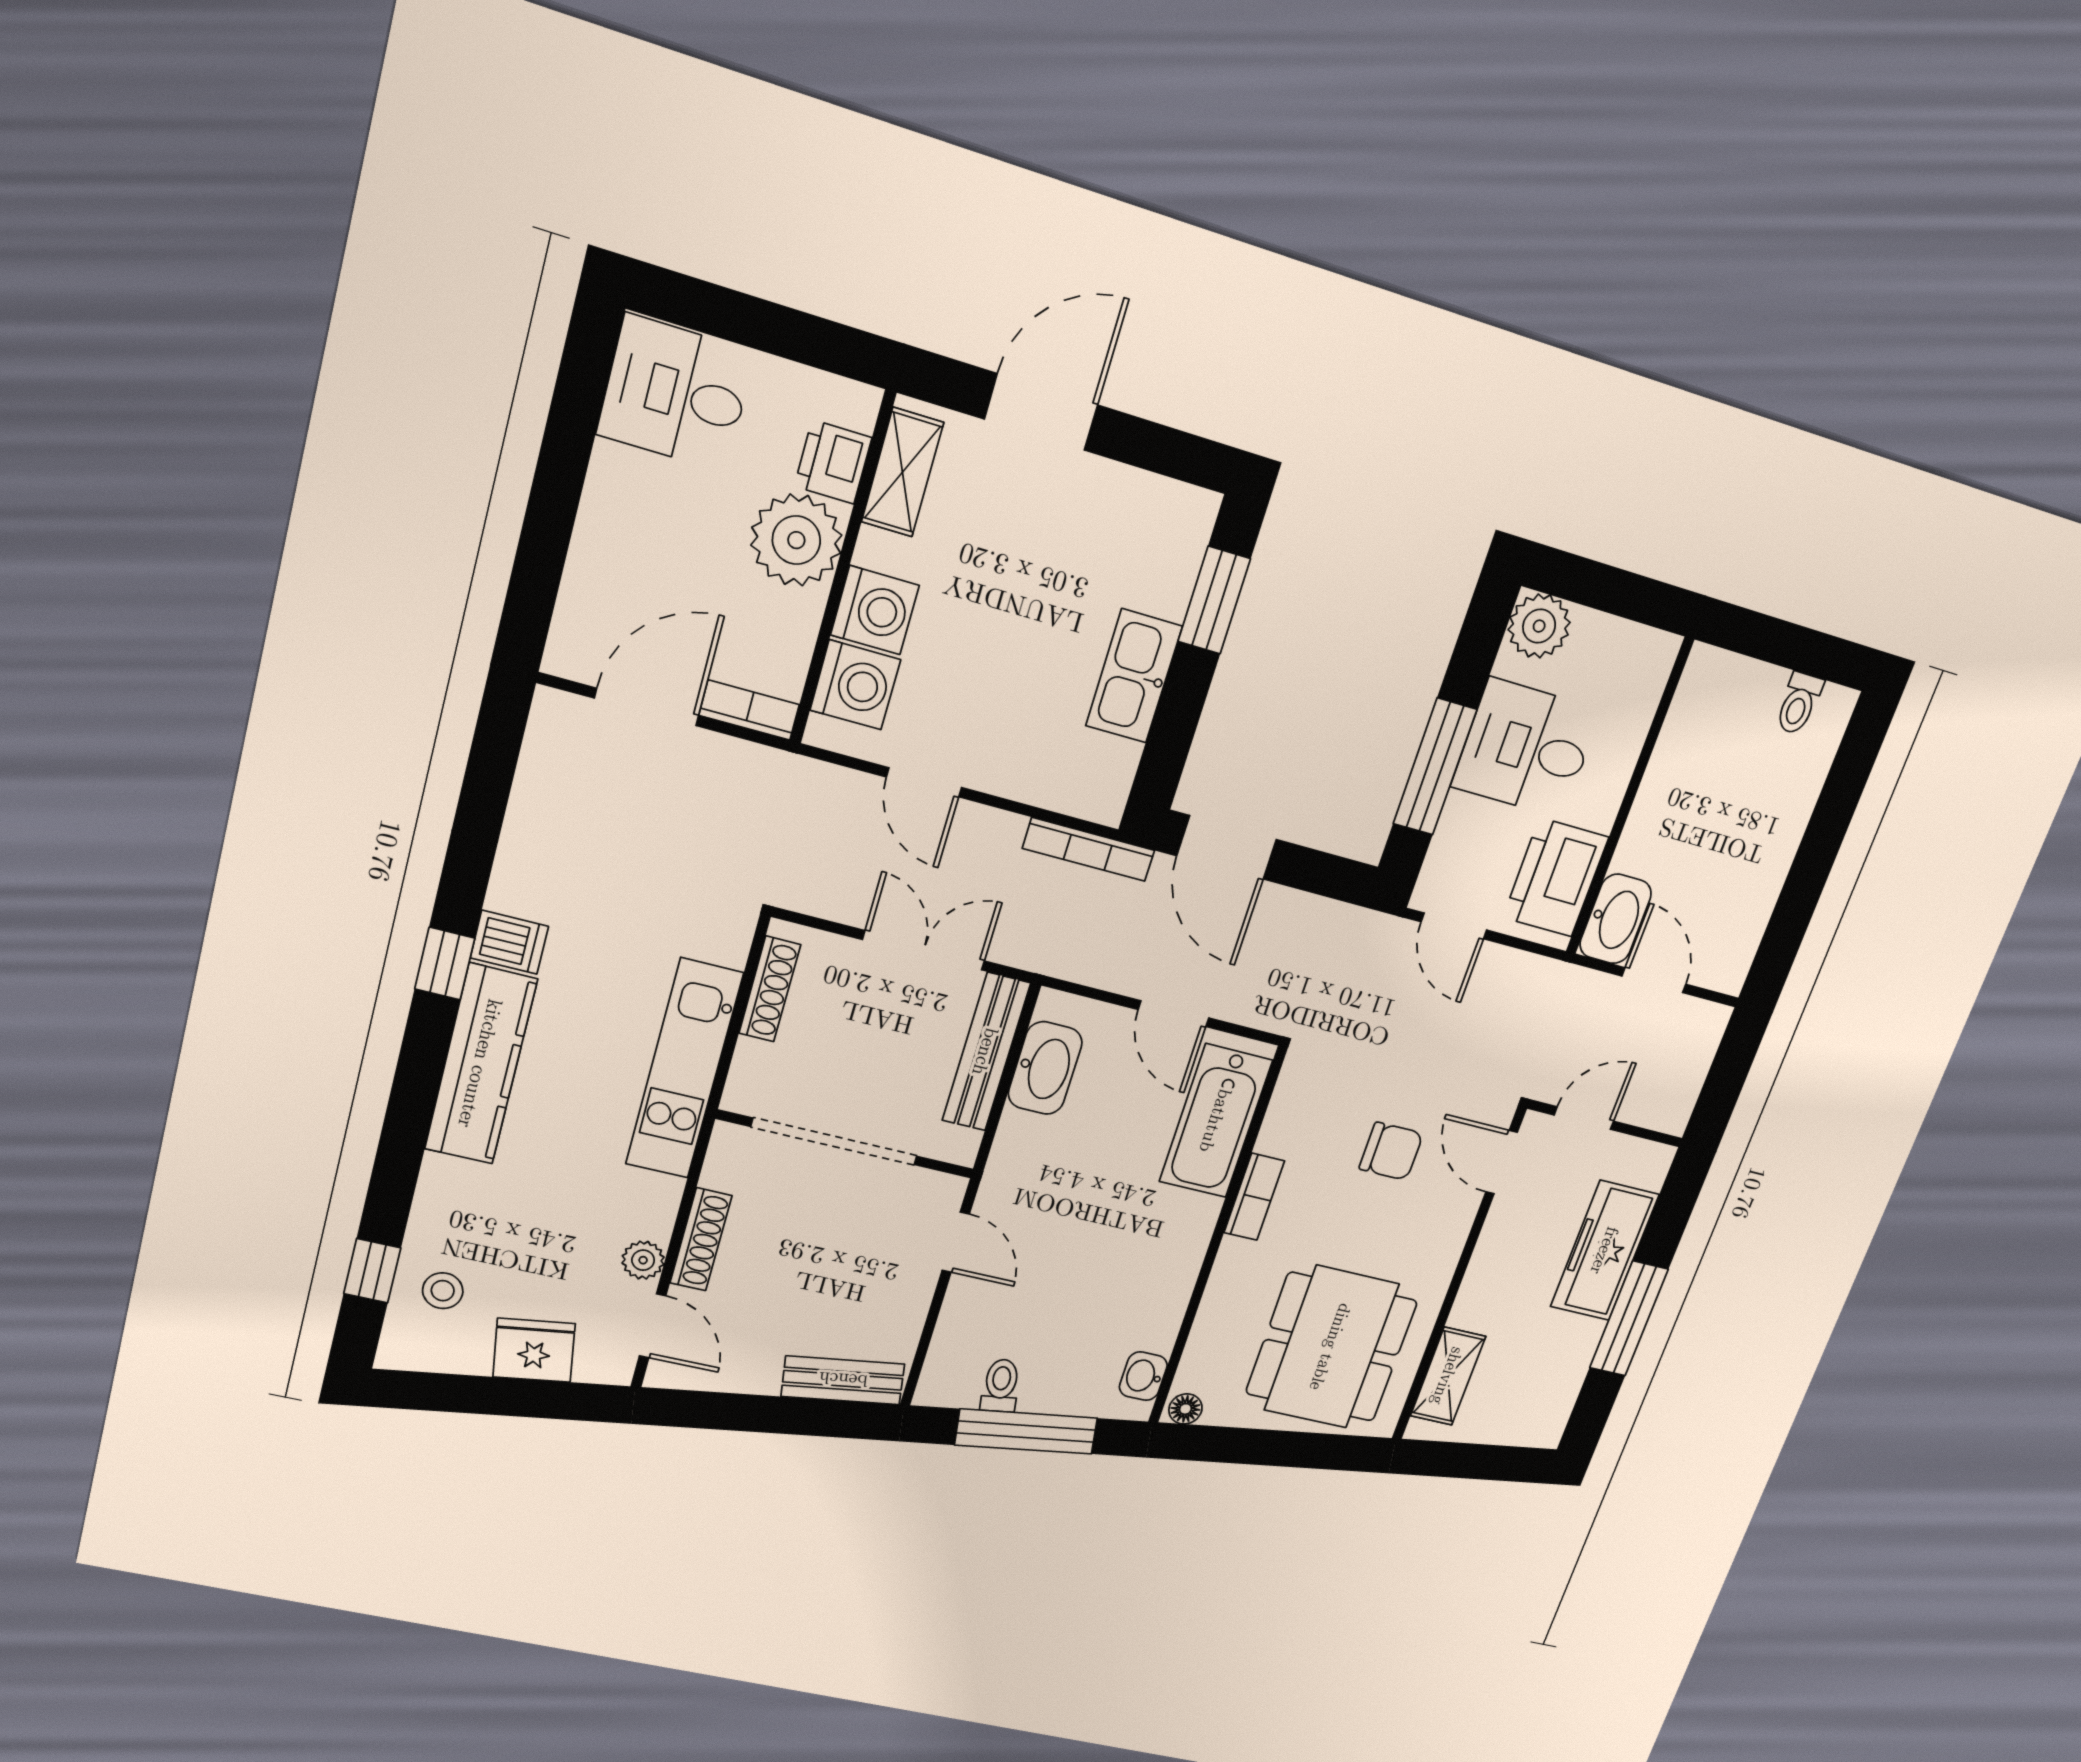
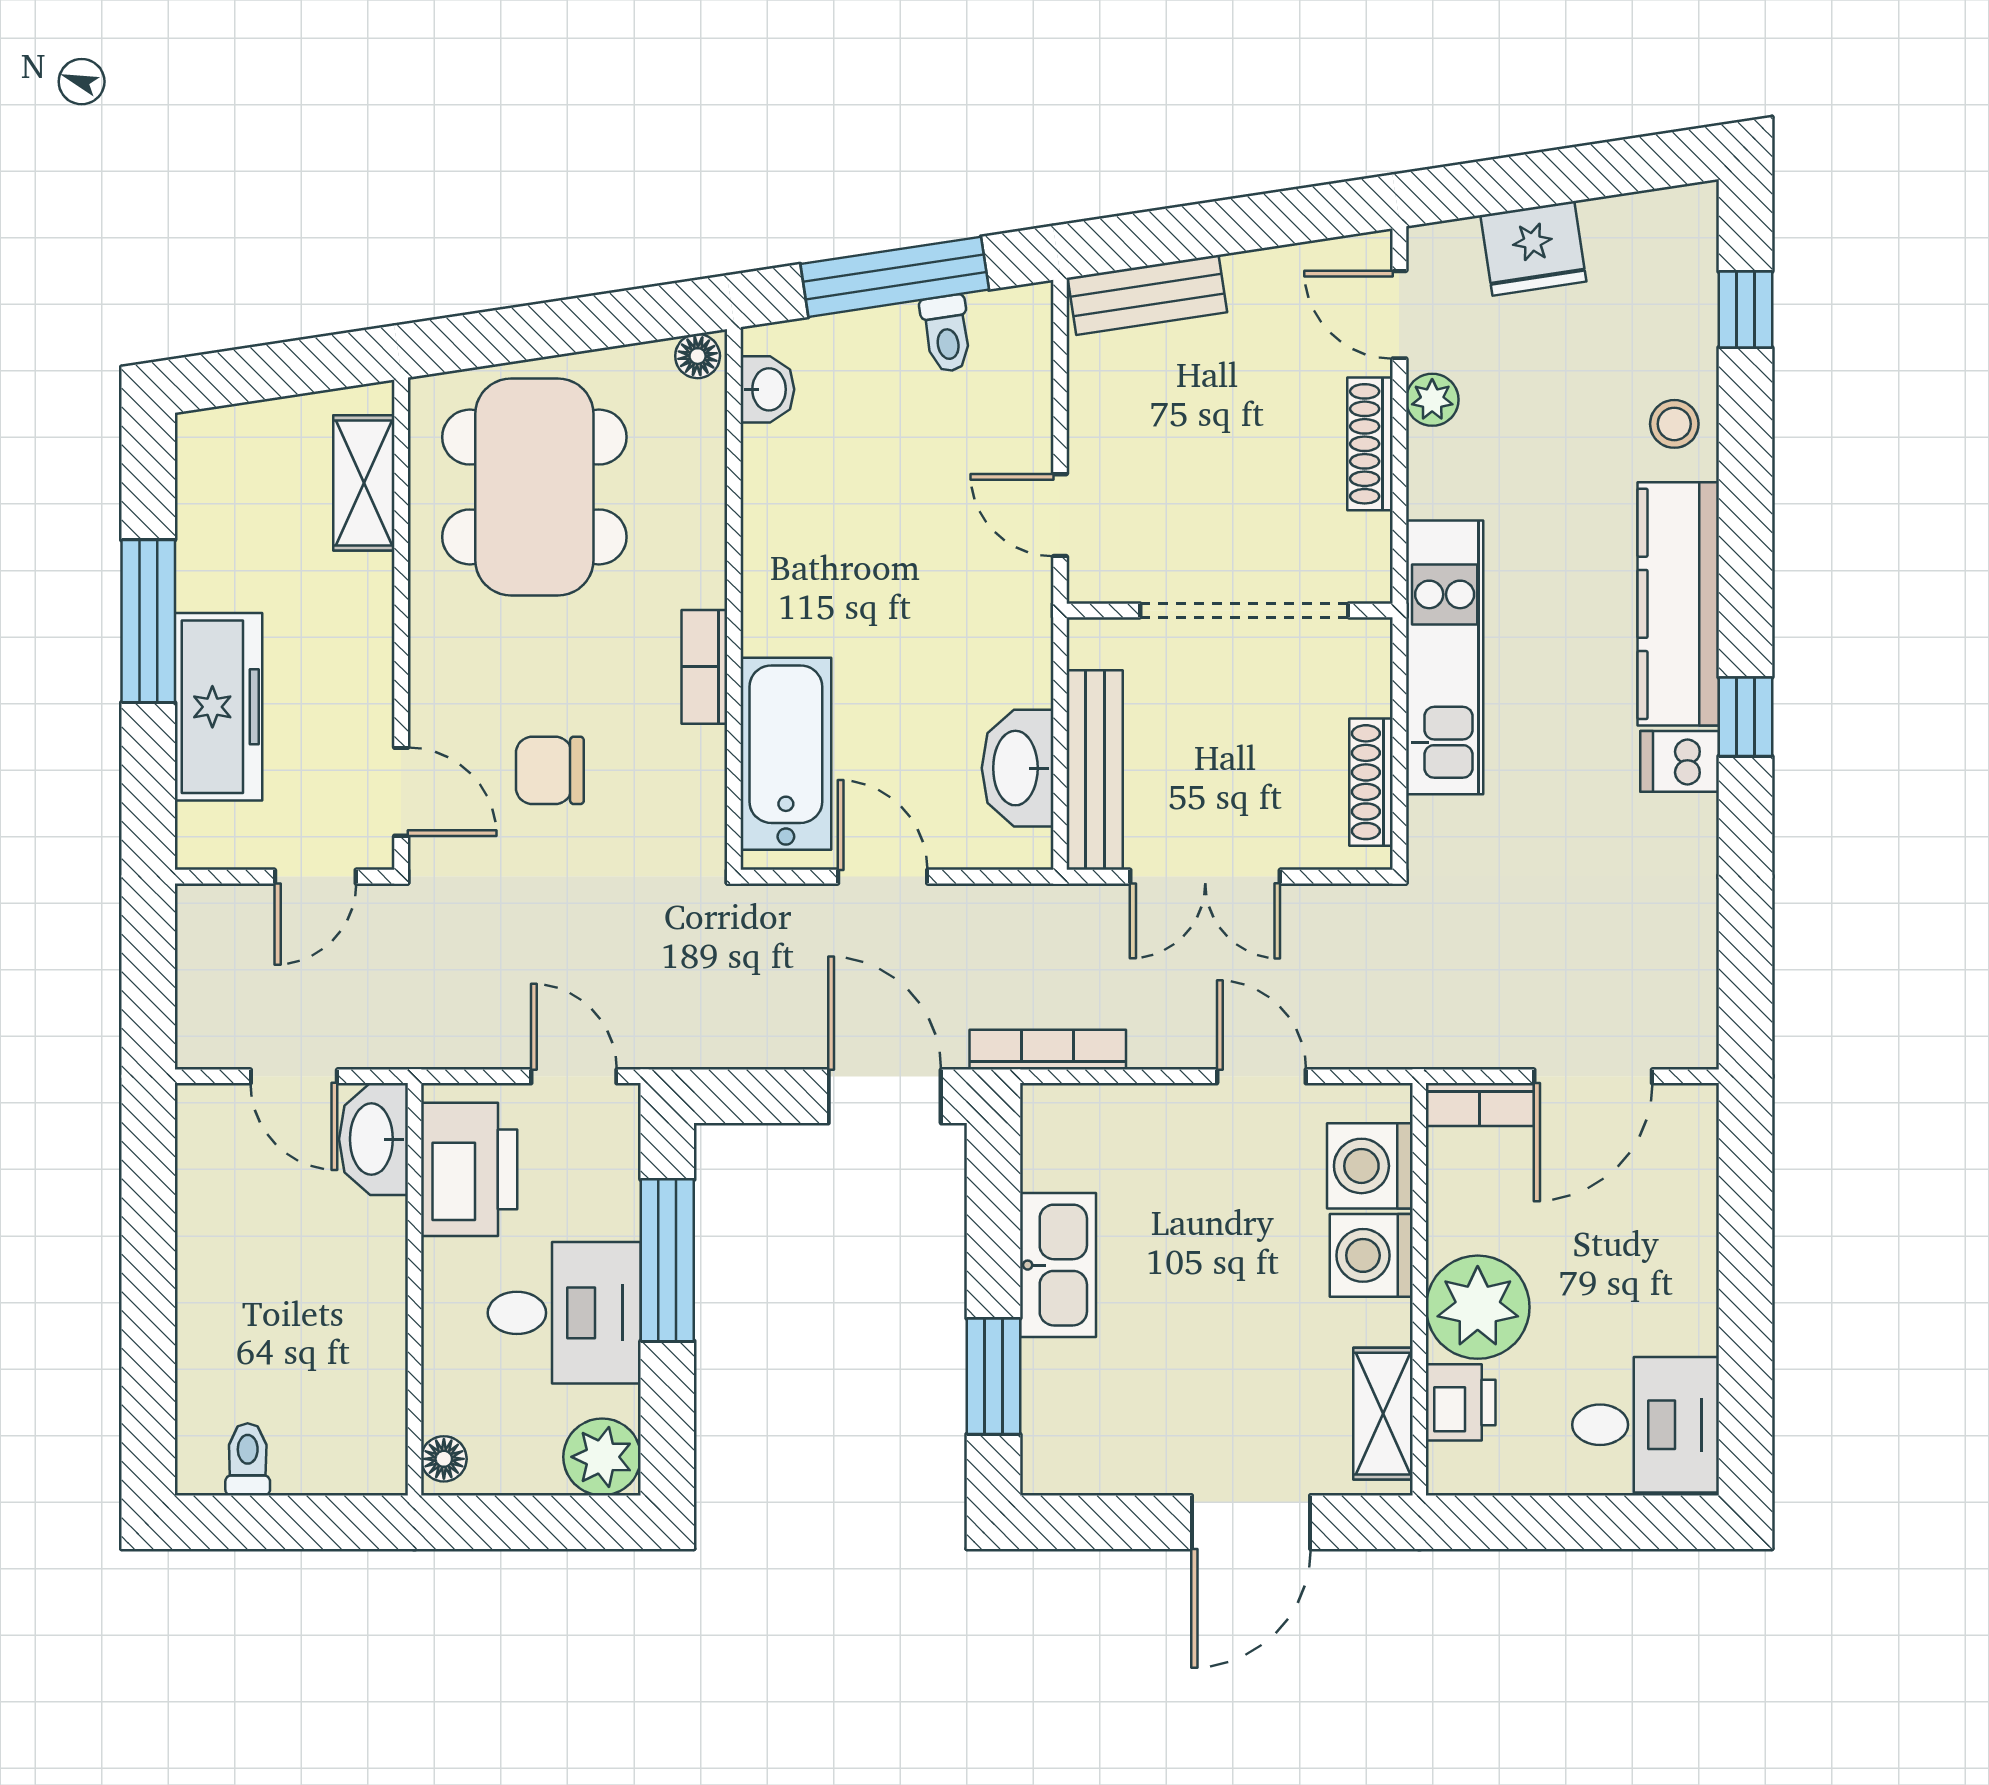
floor lamp: (1657, 660) -> (444, 1459), added
stool: (443, 1291) -> (1674, 424), moved

